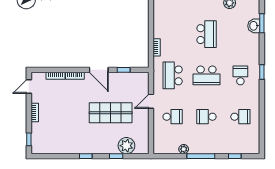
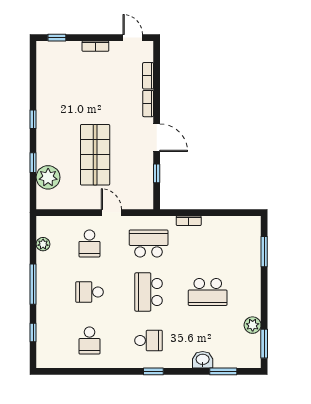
washbasin: (254, 26) -> (203, 360), moved
door: (99, 70) -> (157, 138), swing flipped
school desk: (206, 117) -> (89, 292), turned -90
plant: (184, 149) -> (43, 244), moved

